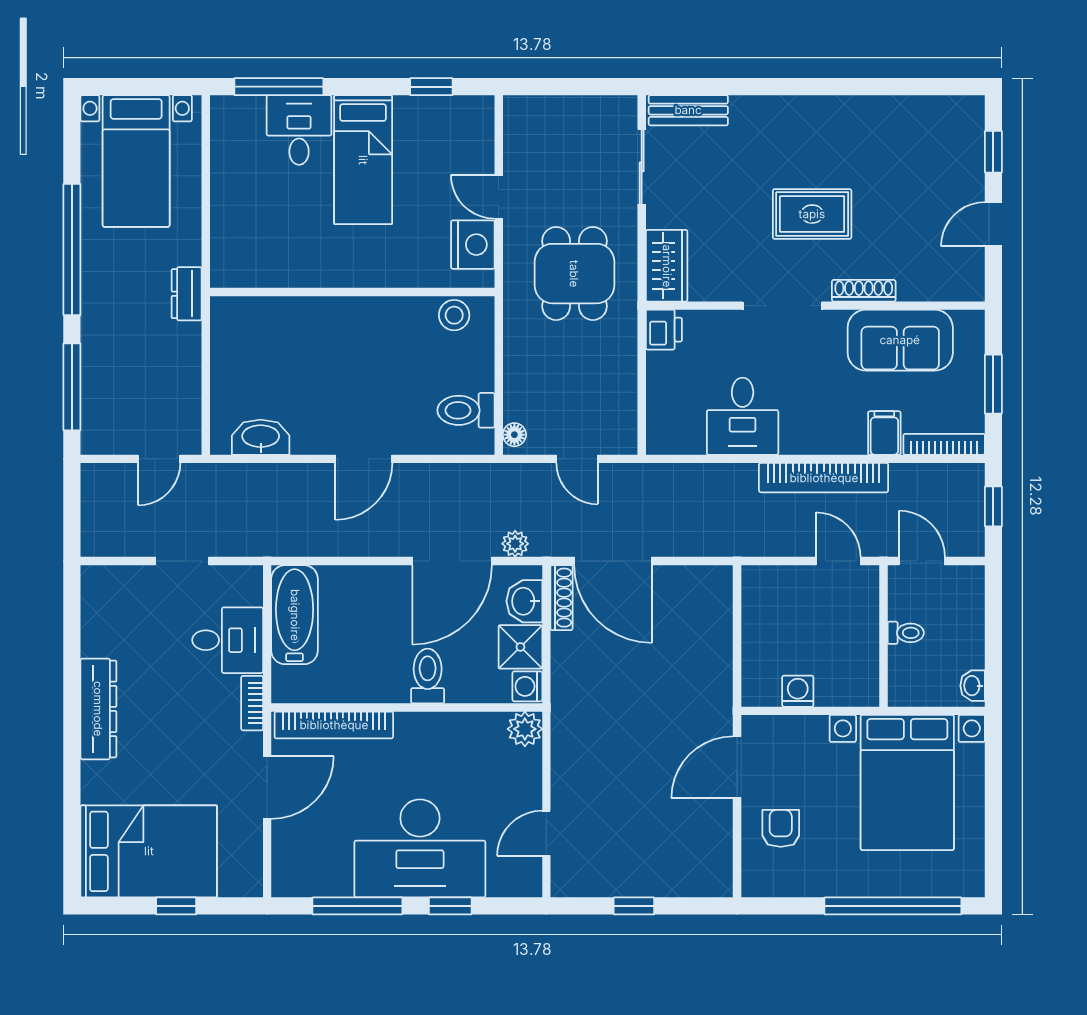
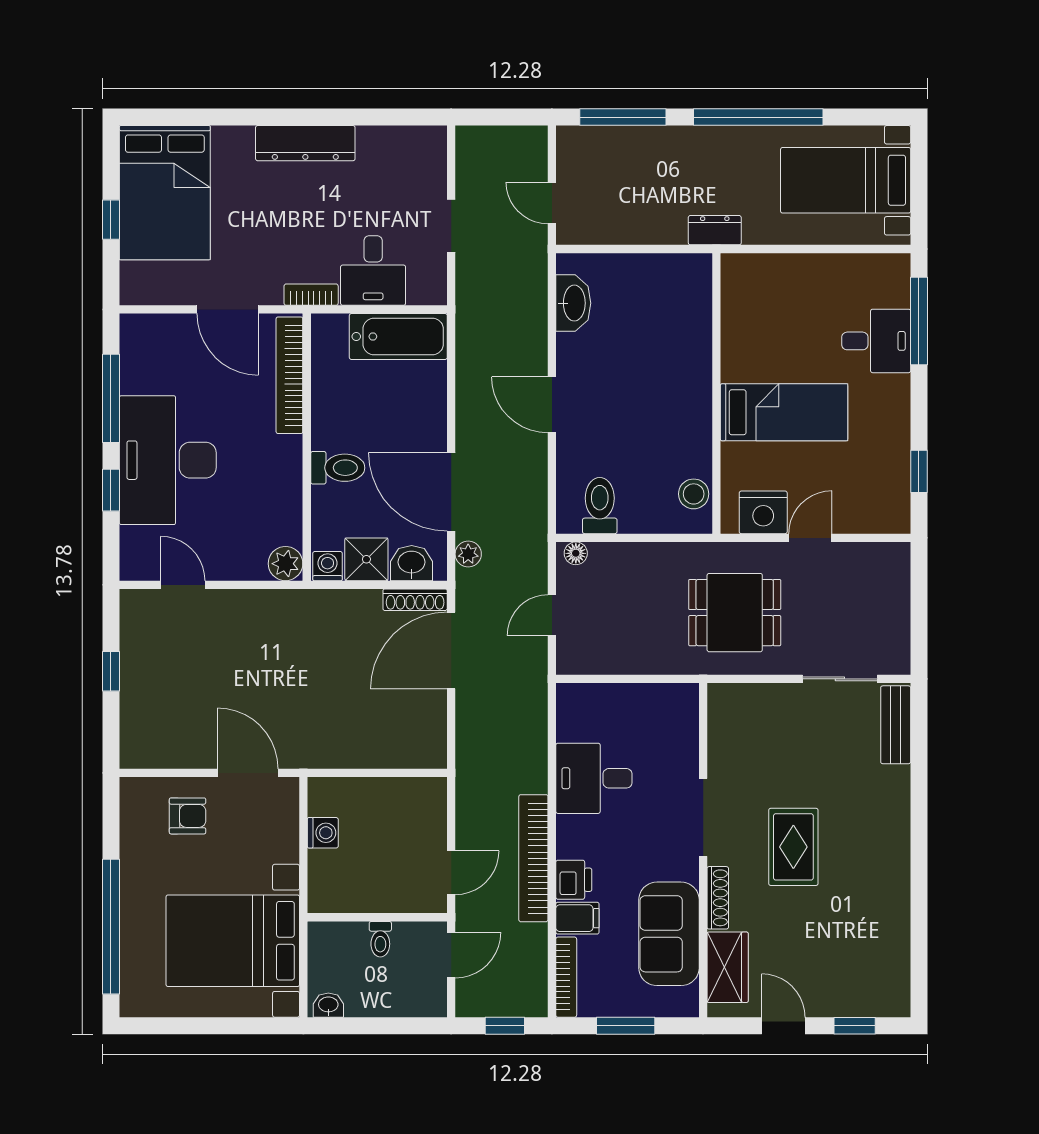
bed: (363, 160) -> (784, 412), moved, turned 180
wardrobe: (667, 266) -> (728, 967), moved, turned -90
printer: (664, 330) -> (574, 880), moved, turned -90

